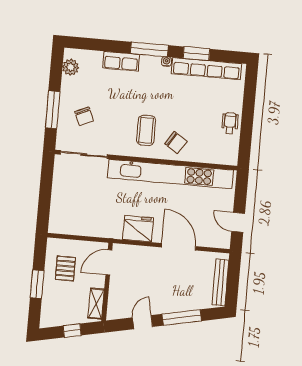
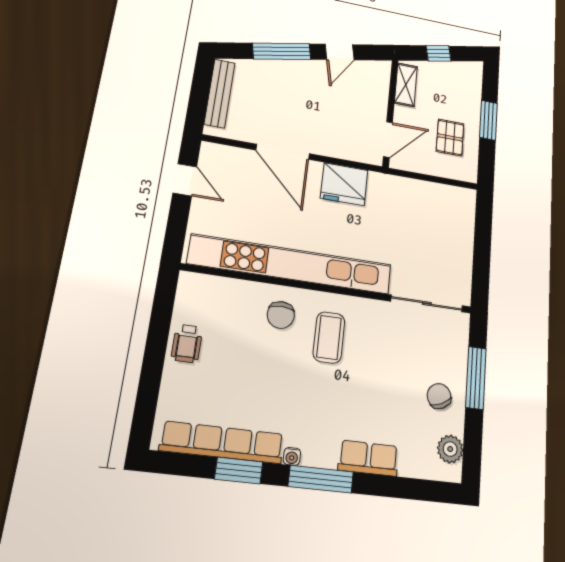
chair: (84, 116) -> (439, 396), moved
chair: (176, 142) -> (281, 315), turned -123

